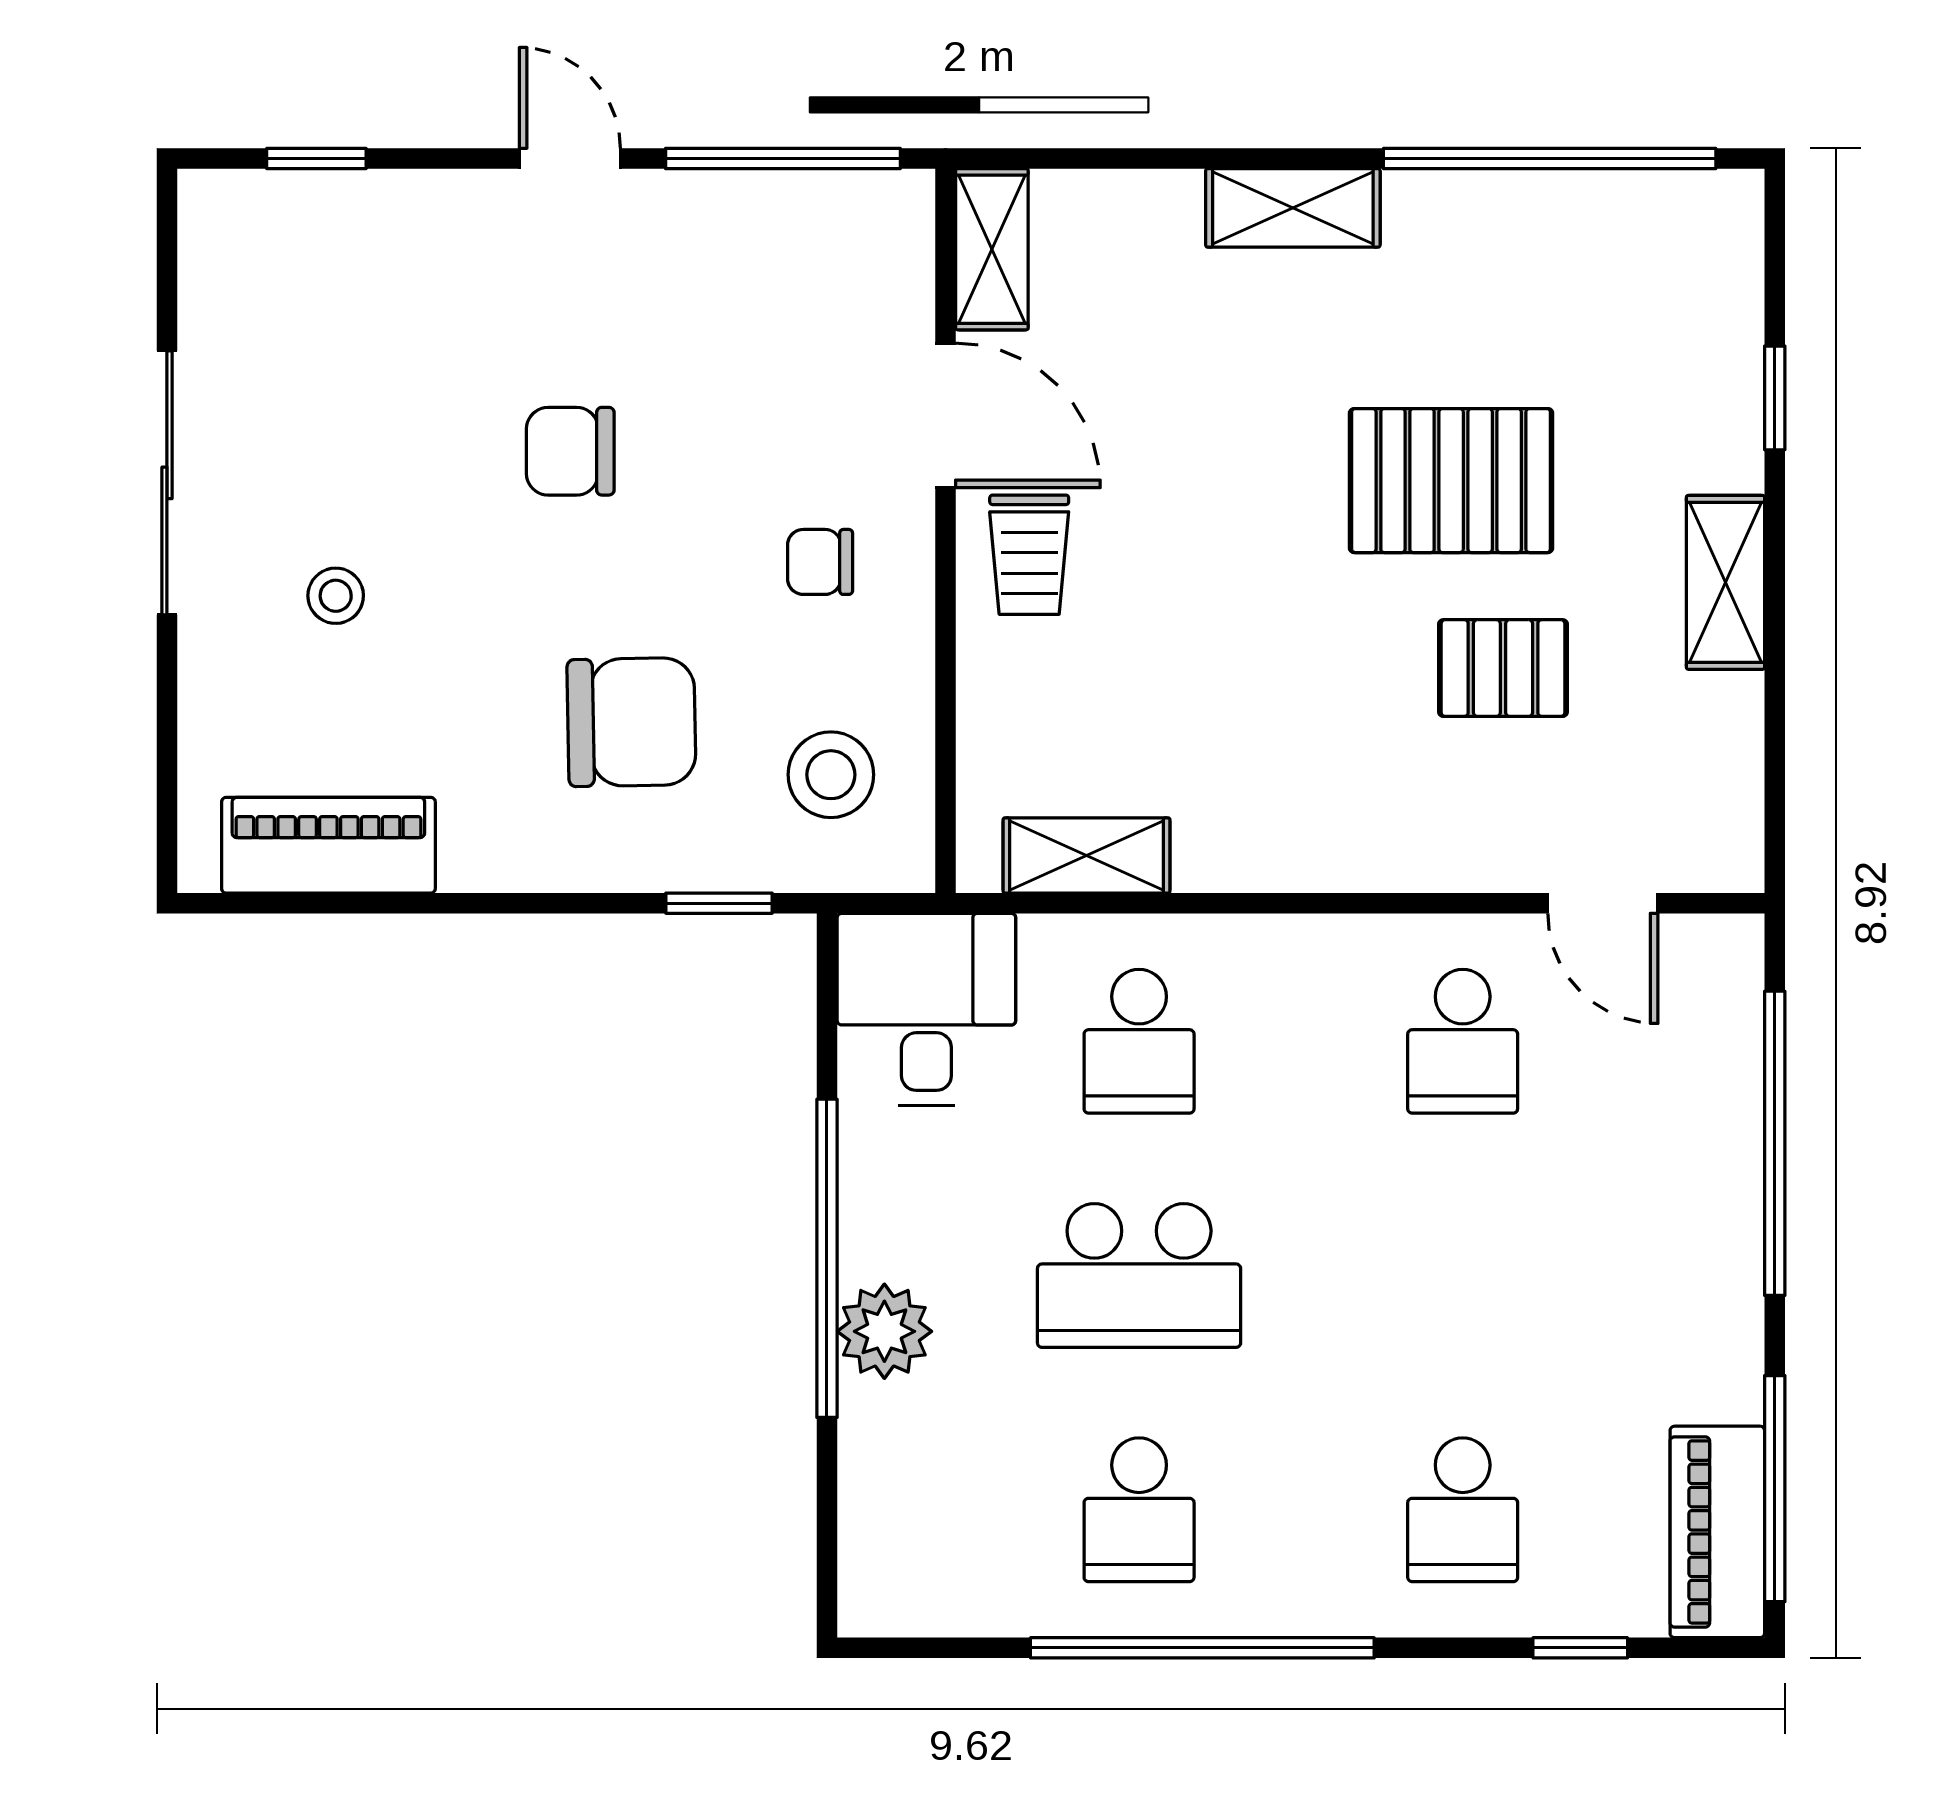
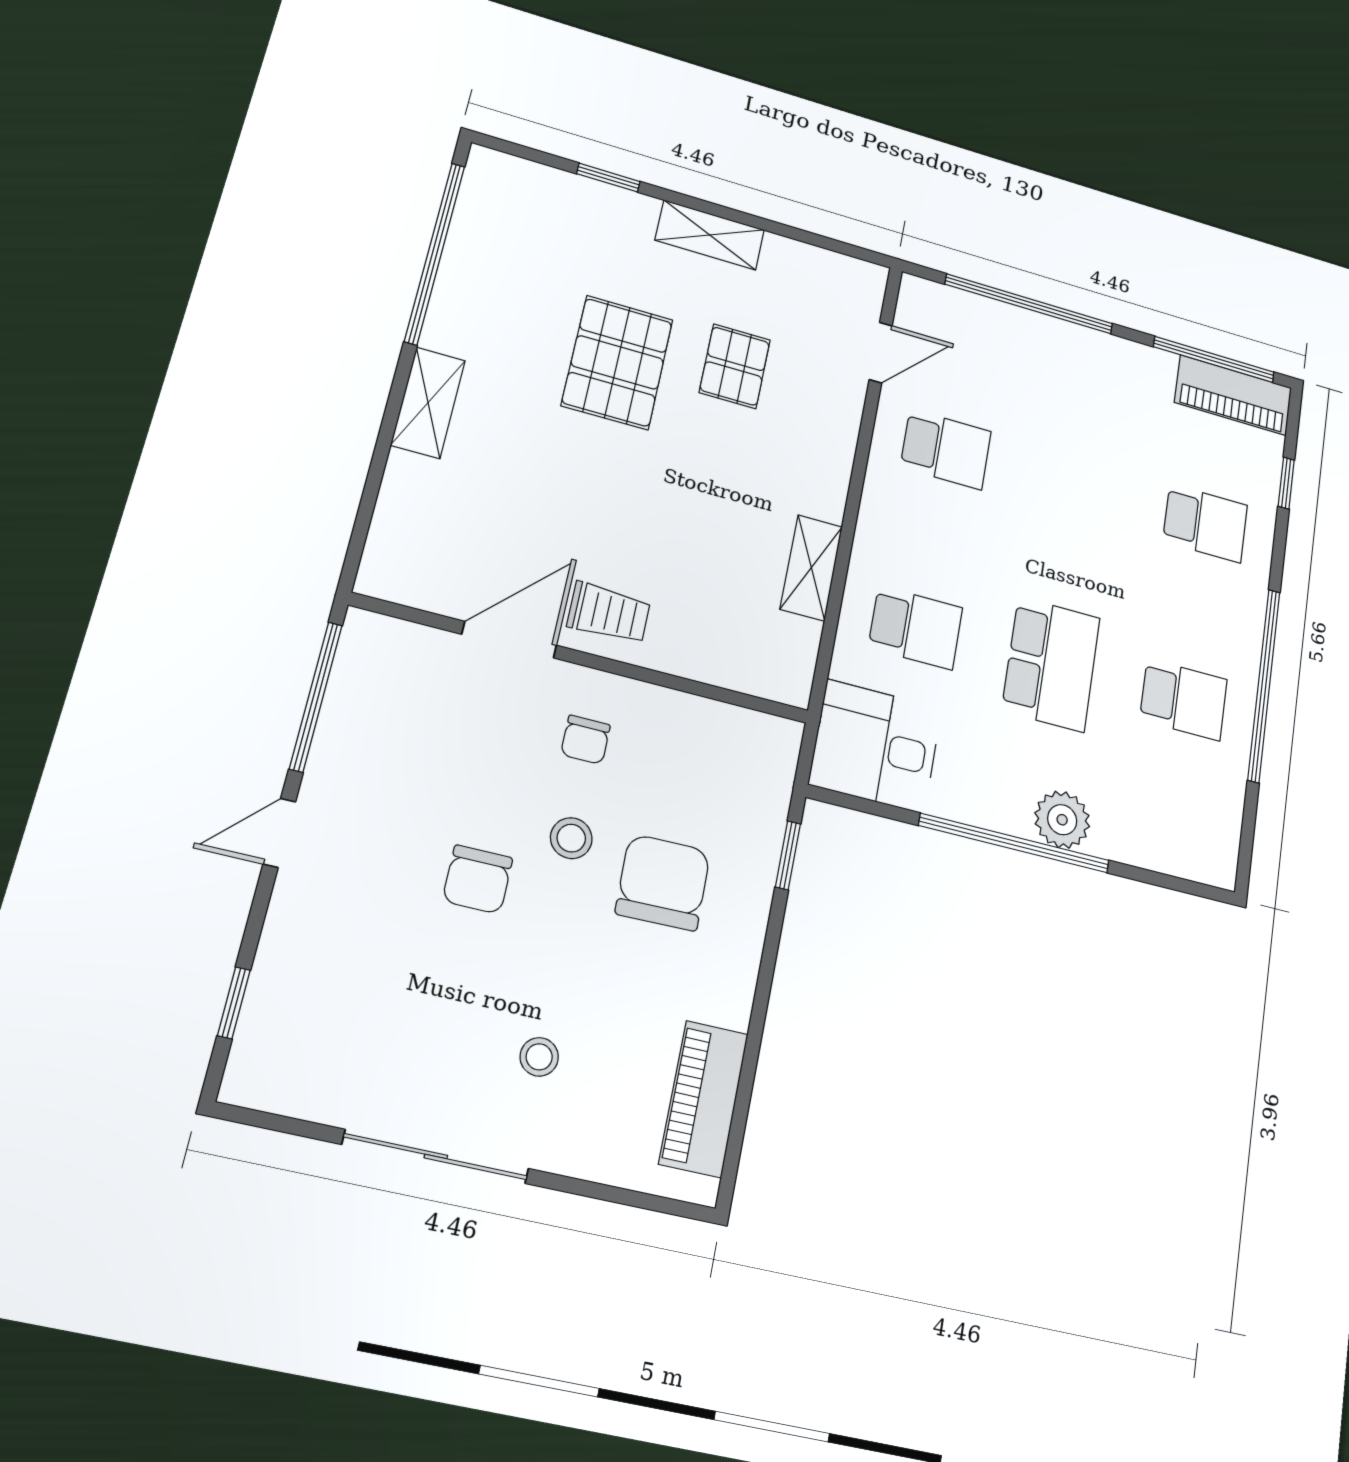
shelving: (992, 249) -> (409, 584), removed
stool: (831, 775) -> (571, 838), moved, width x0.73, depth x0.73
shelving: (1087, 855) -> (811, 568), moved

